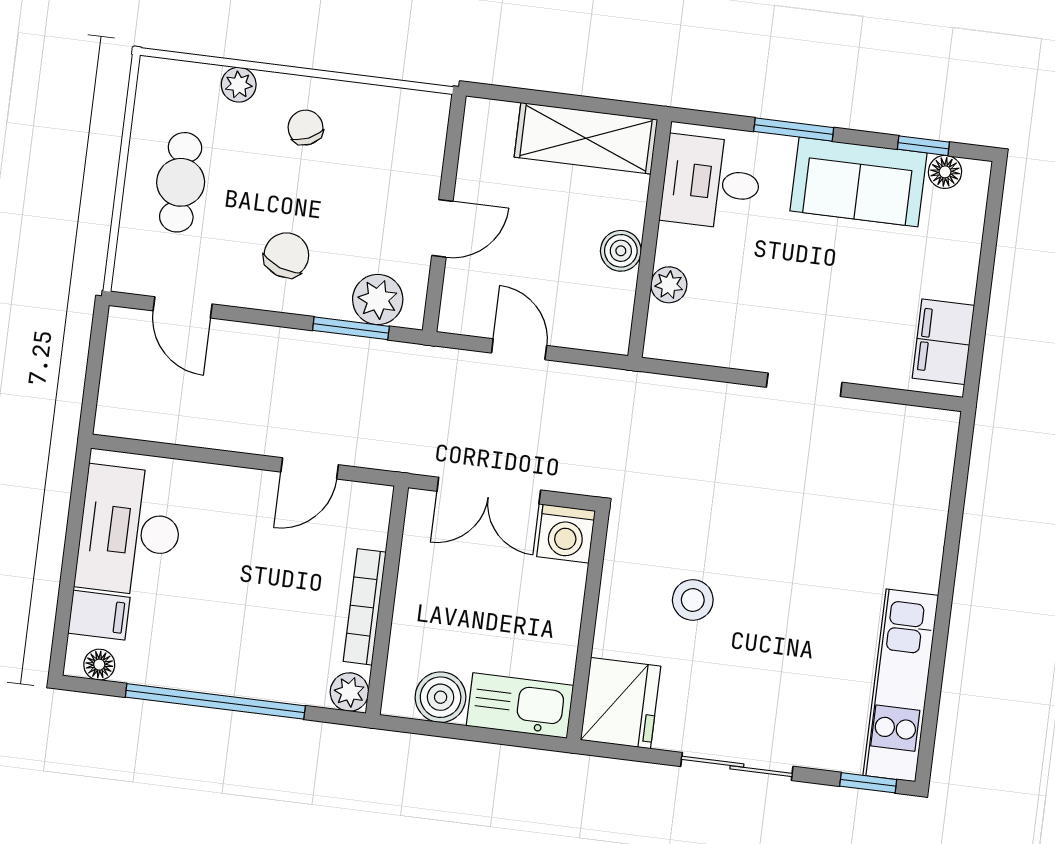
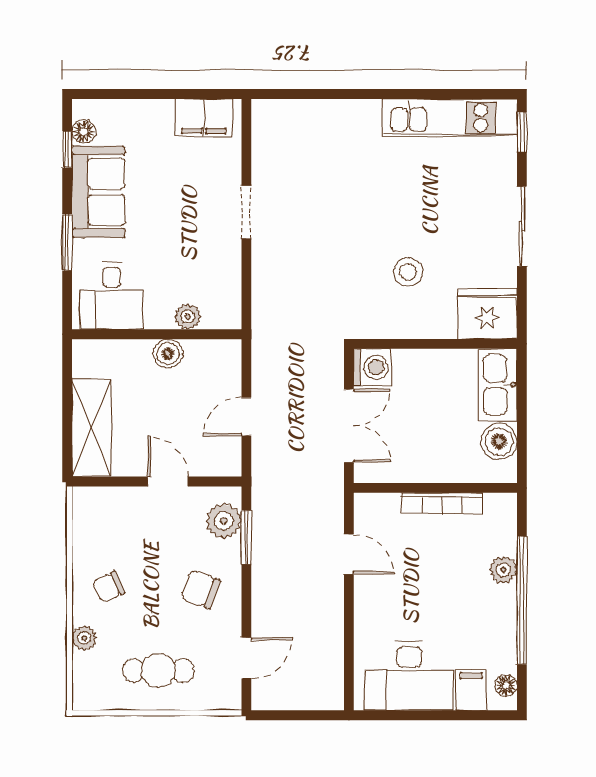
shelving: (586, 138) -> (92, 428), moved
plant: (349, 692) -> (503, 570), moved

